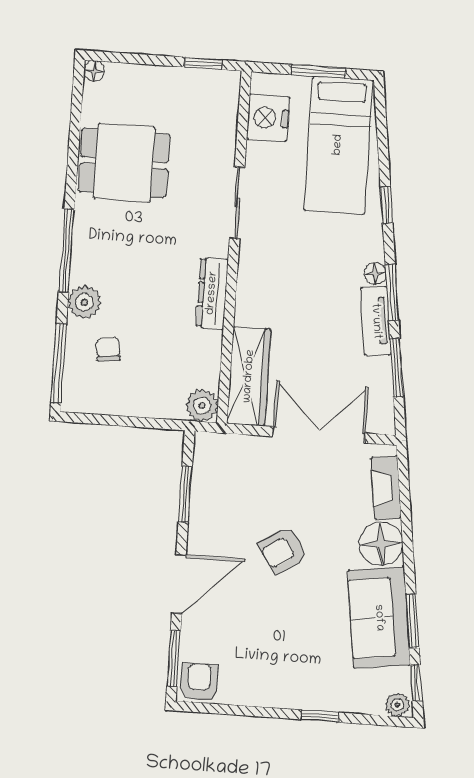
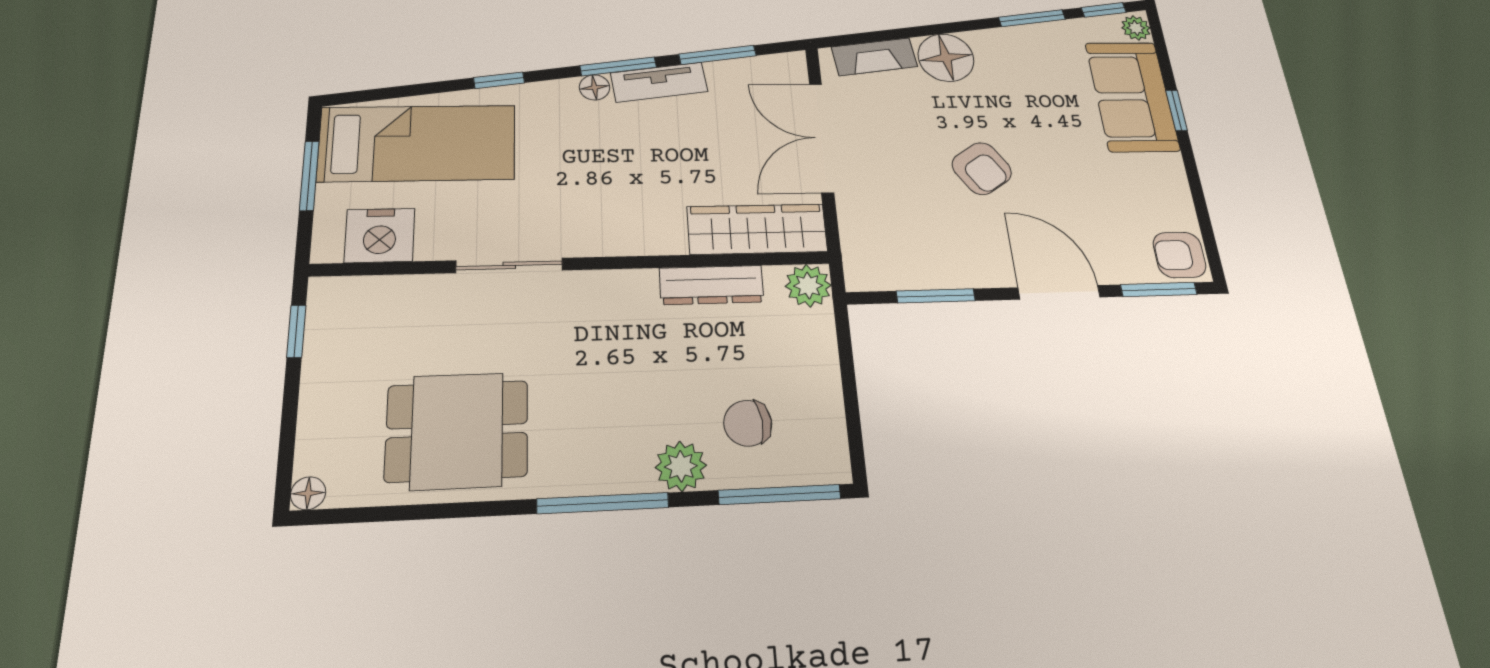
dining table: (124, 163) -> (457, 431), turned 90
dresser: (212, 293) -> (712, 285), moved
chair: (108, 349) -> (748, 423), width x1.37, depth x1.37
sofa: (379, 618) -> (1132, 96), moved, turned 98

